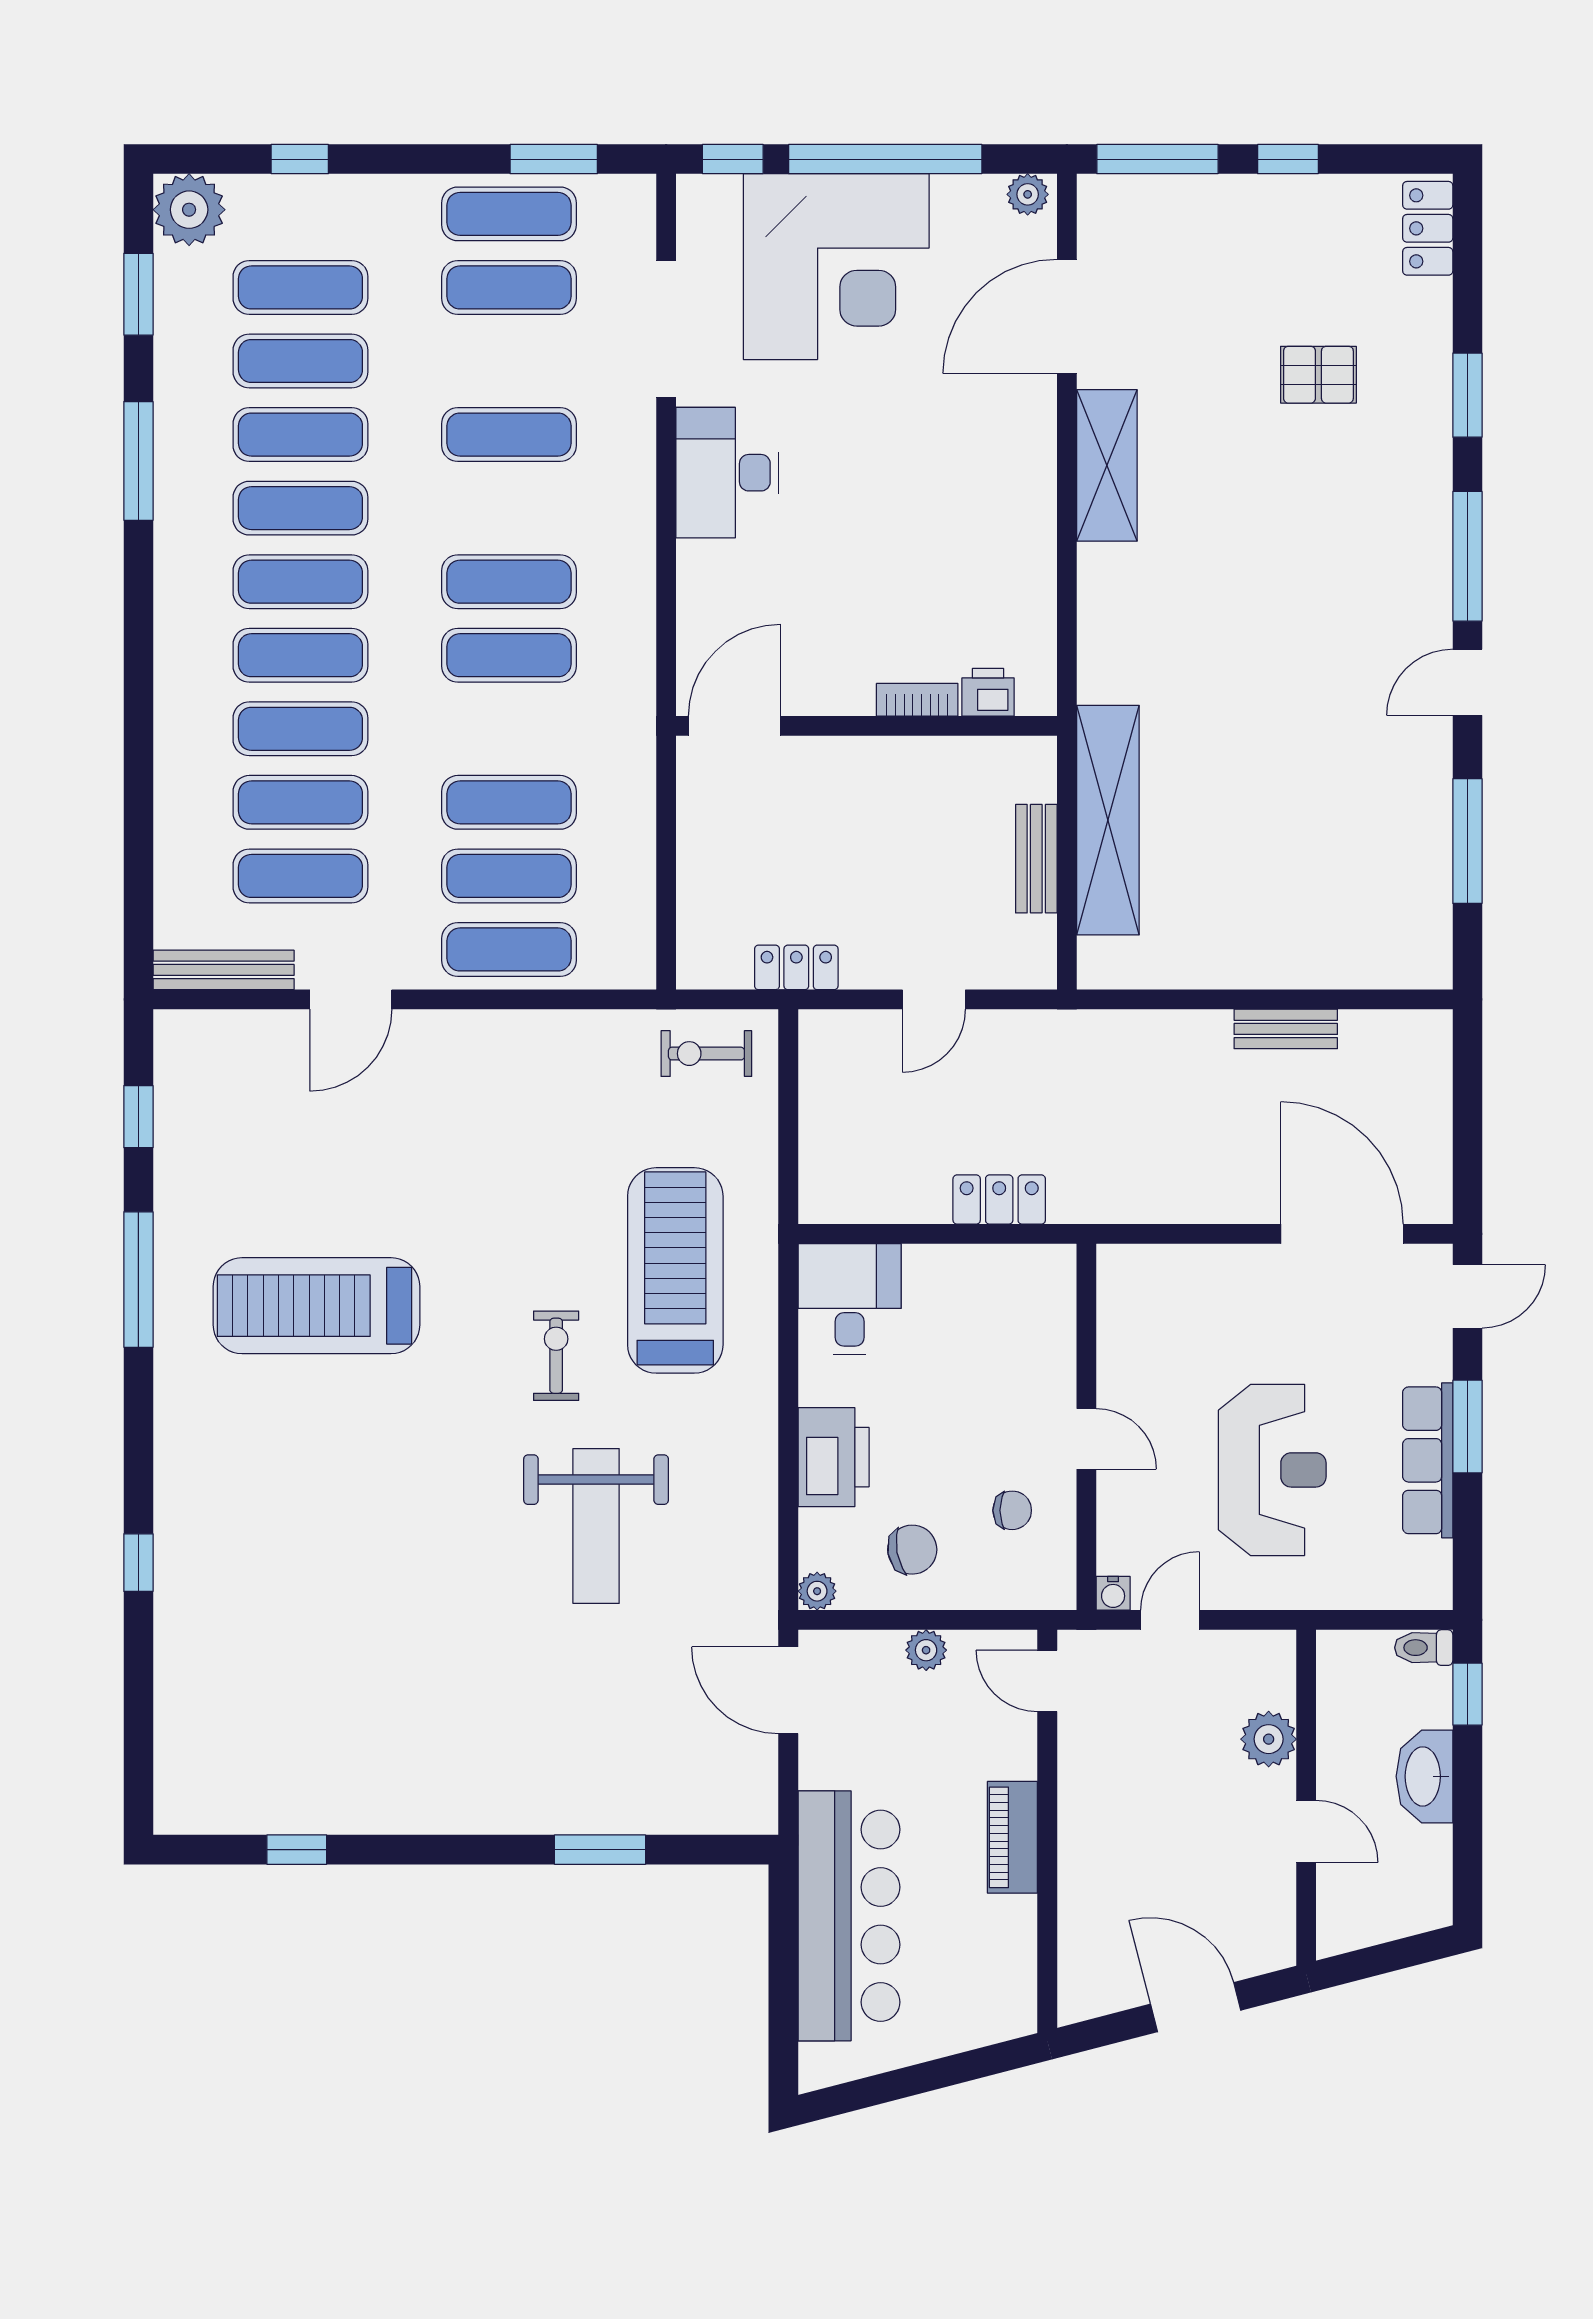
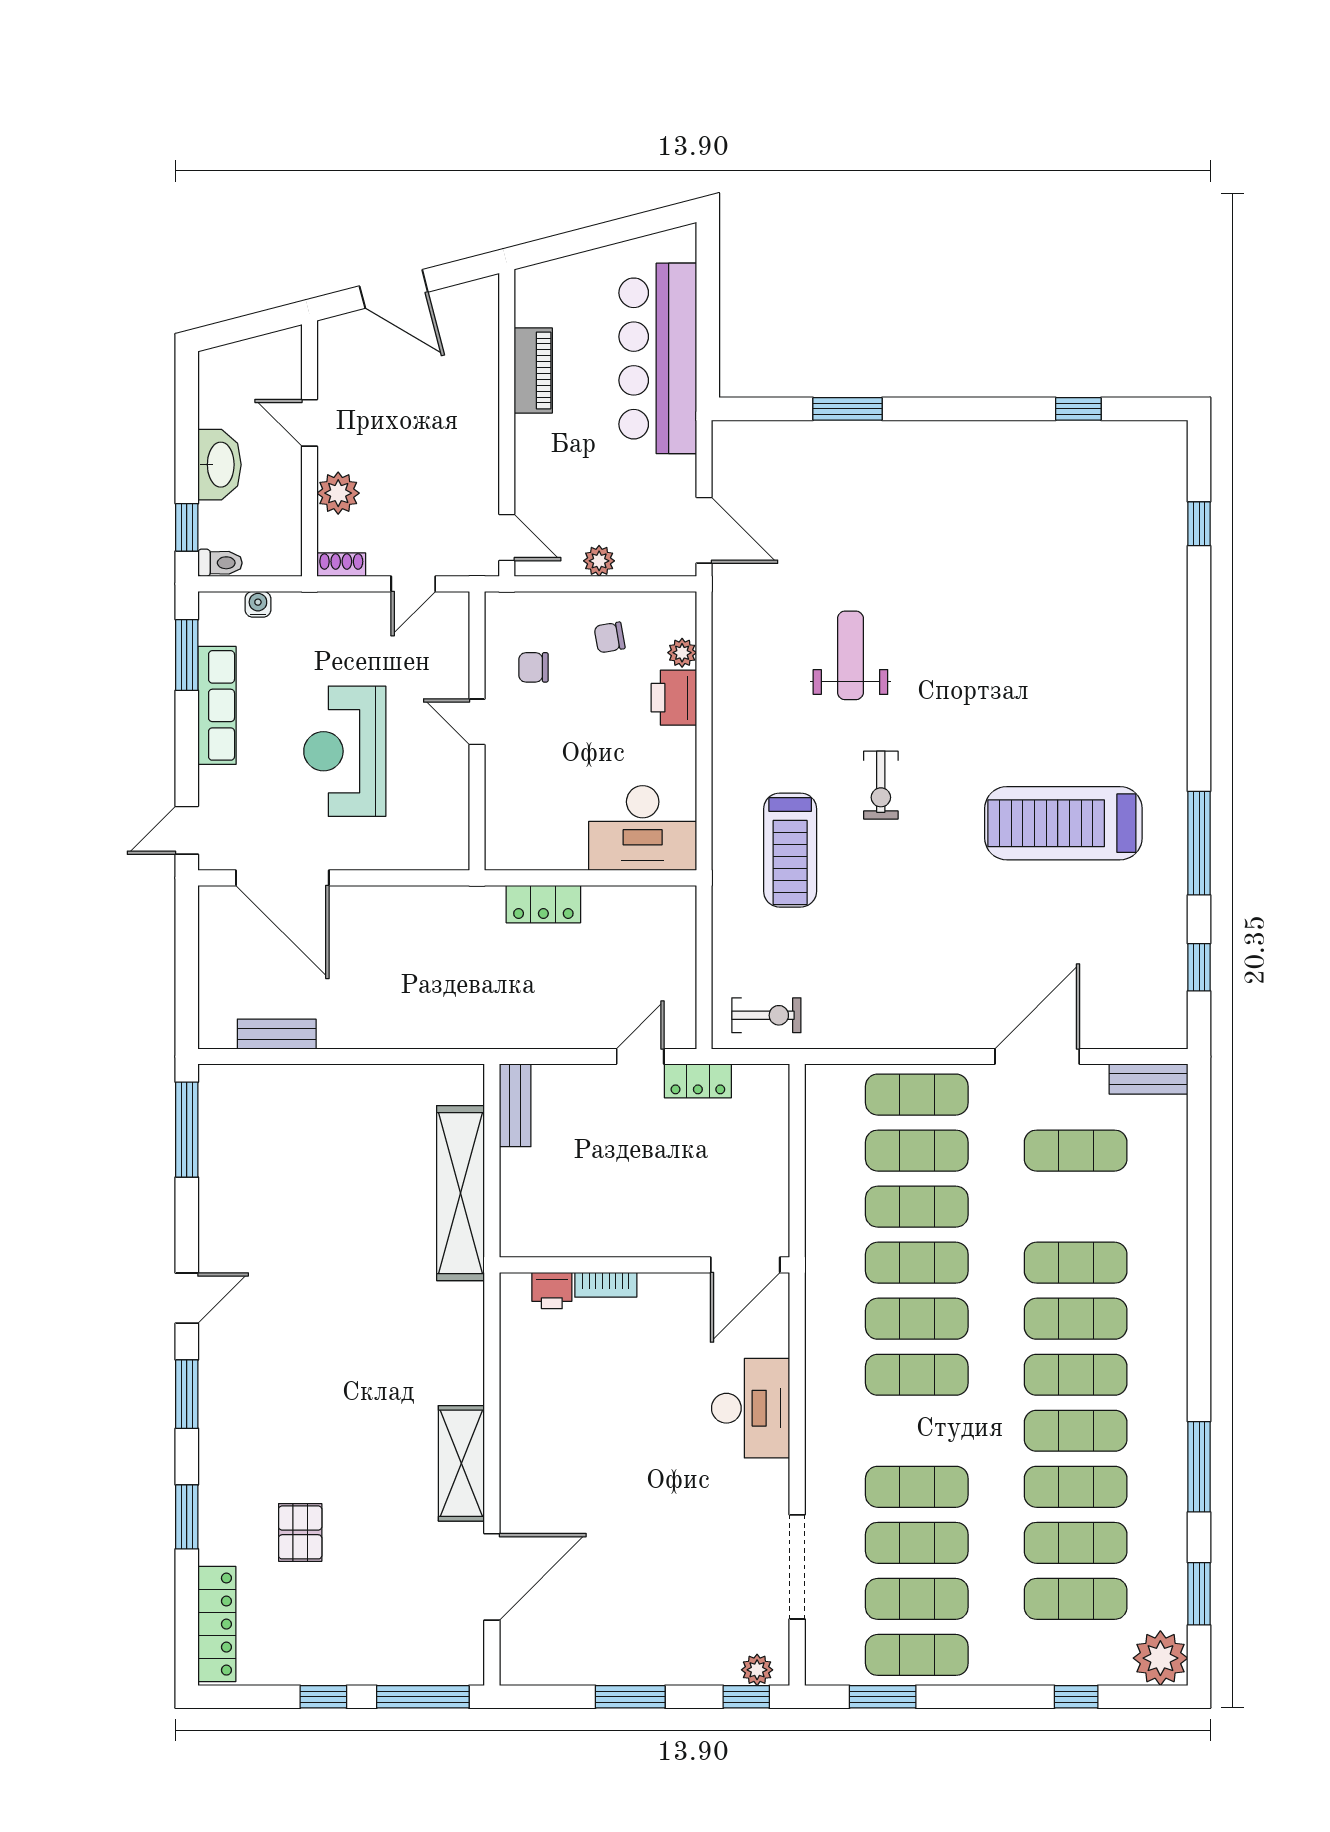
window: (885, 159) -> (630, 1697), width x0.47
plant: (1028, 194) -> (757, 1670), moved
locker: (1428, 228) -> (217, 1624), width x1.53
corner desk: (836, 267) -> (668, 1615), removed
exercise mat: (509, 361) -> (917, 1543), added
pallet: (1318, 375) -> (300, 1532), turned 90
desk: (727, 473) -> (751, 1408), moved
window: (1467, 556) -> (187, 1394), width x0.69
exercise mat: (300, 802) -> (917, 1263), moved
window: (1467, 841) -> (187, 1130), moved
bench: (1036, 859) -> (515, 1105), moved
bench: (224, 970) -> (1148, 1079), width x0.73
door: (351, 999) -> (1037, 1057), width x1.36
door: (934, 999) -> (640, 1057), moved
bench: (1286, 1029) -> (277, 1034), moved
treadmill: (675, 1270) -> (790, 850), width x0.73, depth x0.73
desk: (850, 1299) -> (643, 828), width x1.37
treadmill: (316, 1306) -> (1063, 823), turned 180
window: (1467, 1427) -> (187, 655), moved
printer: (834, 1457) -> (674, 698), width x0.73, depth x0.84
reception desk: (1272, 1470) -> (345, 751), moved
weight bench: (596, 1526) -> (850, 655), width x0.73, depth x0.75
chair: (912, 1550) -> (610, 637), width x0.73, depth x0.73
window: (138, 1563) -> (1199, 524), moved
plant: (817, 1591) -> (682, 653), moved
water cooler: (1113, 1593) -> (258, 604), moved
shoe rack: (1264, 1645) -> (341, 565), added
piano: (1012, 1837) -> (533, 371), moved

